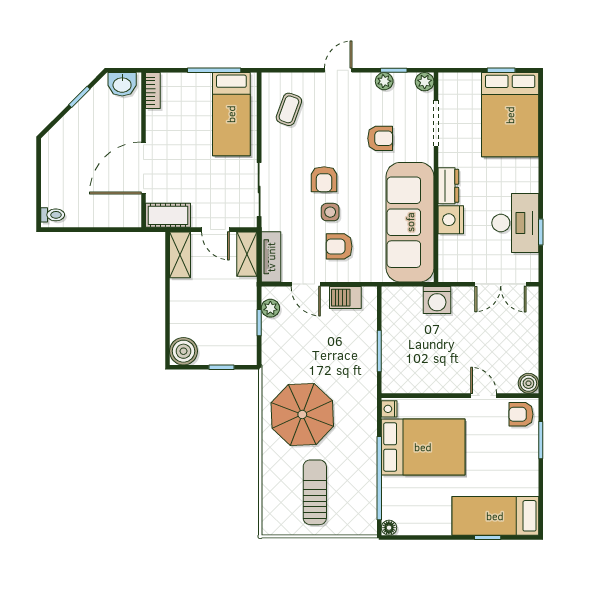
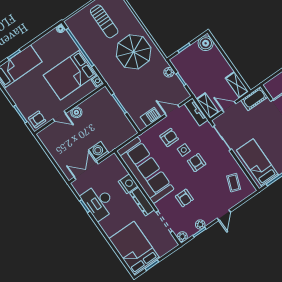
armchair: (380, 138) -> (184, 198), turned -90
dresser: (448, 186) -> (142, 201), width x1.44
washing machine: (437, 300) -> (99, 151), moved
plant: (270, 308) -> (169, 72), moved
boiler: (528, 383) -> (76, 112), moved

